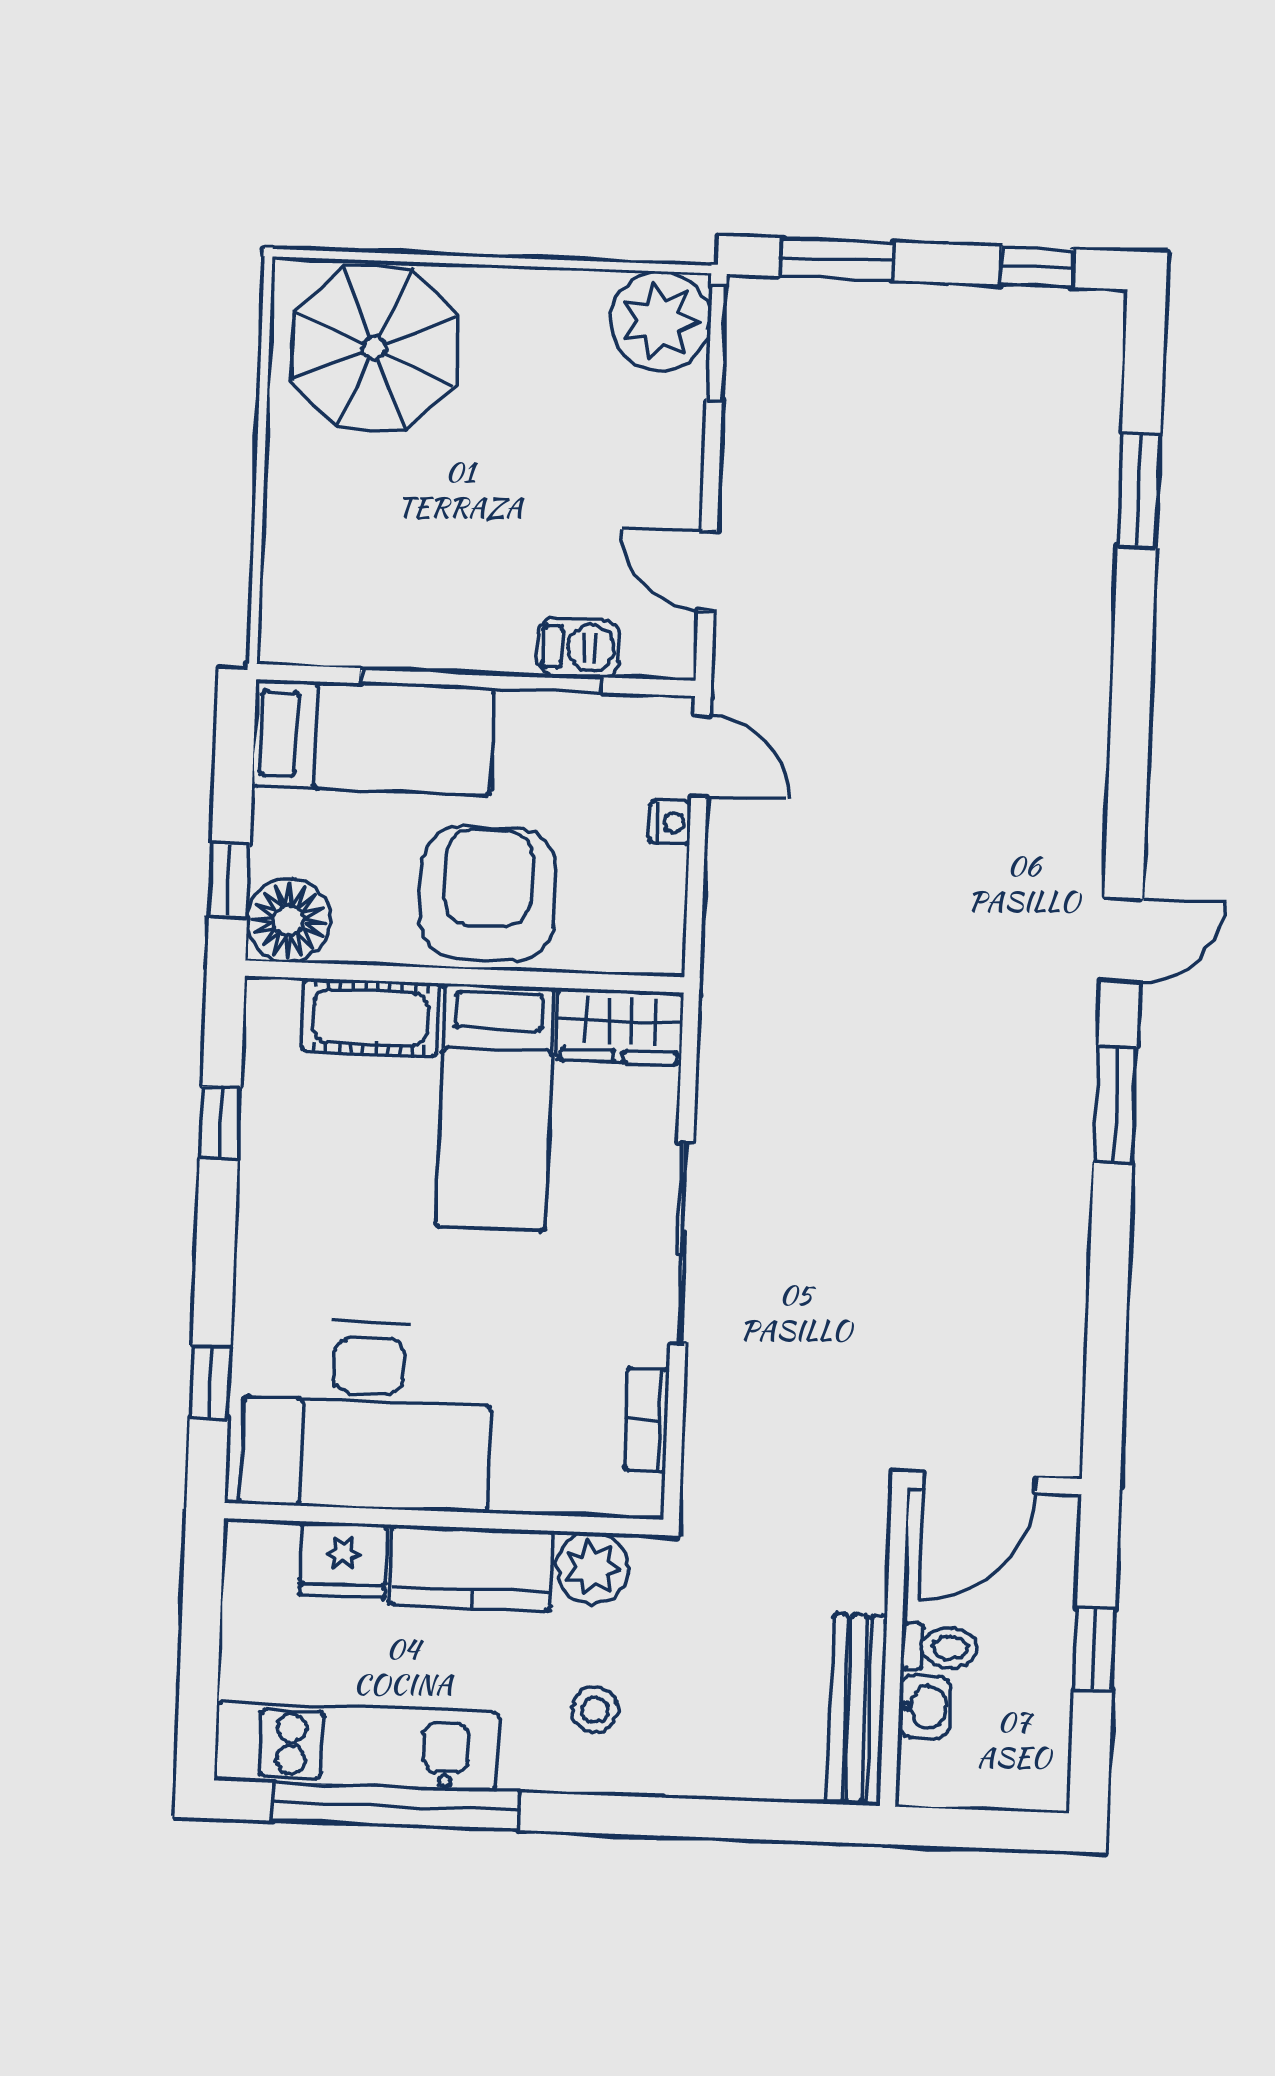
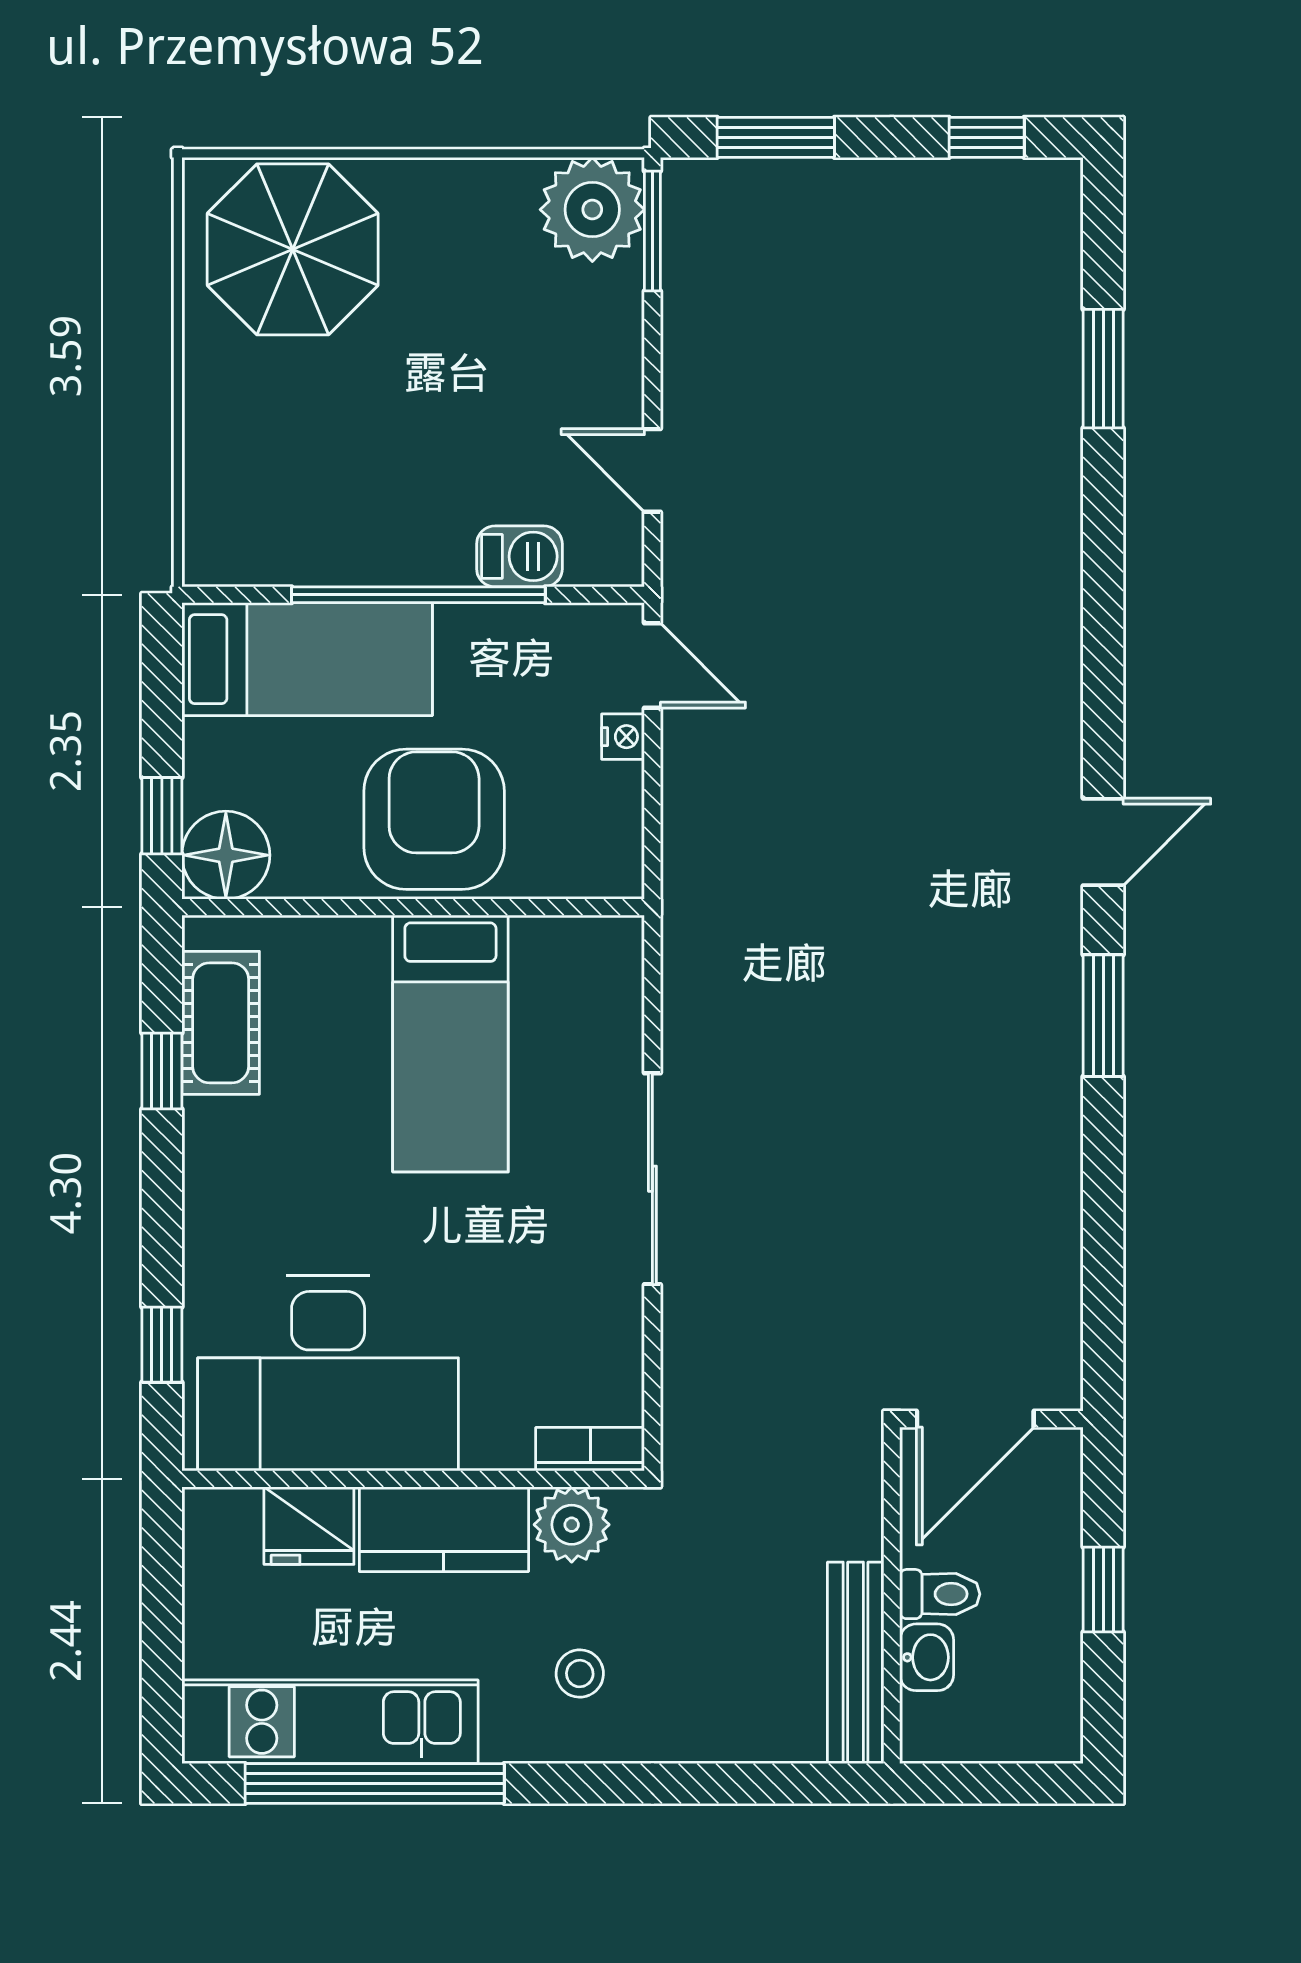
cot: (371, 1017) -> (221, 1023), moved, turned 90
wardrobe: (620, 1026) -> (579, 953), removed
bookcase: (647, 1419) -> (590, 1449), moved, turned 90

